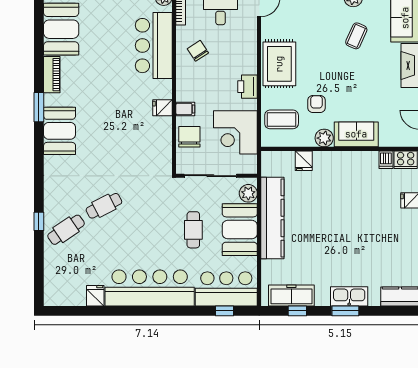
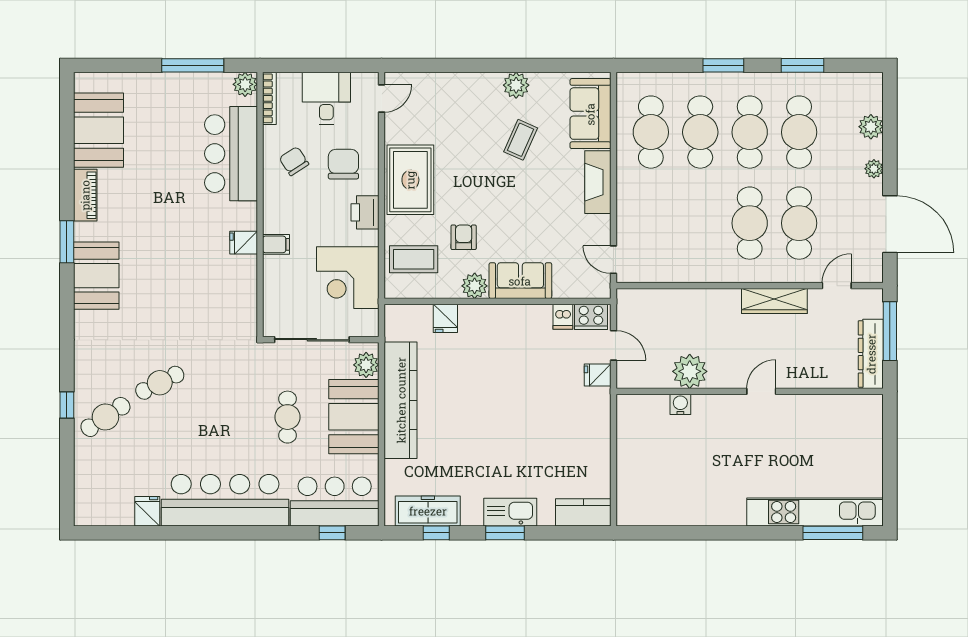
chair: (189, 137) -> (343, 164), moved

